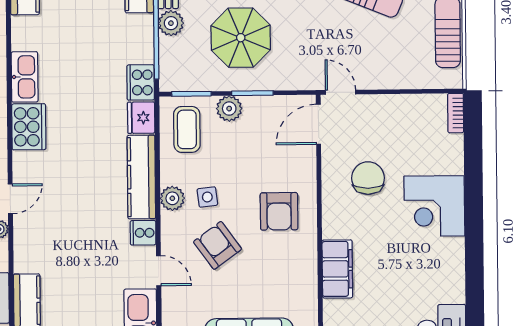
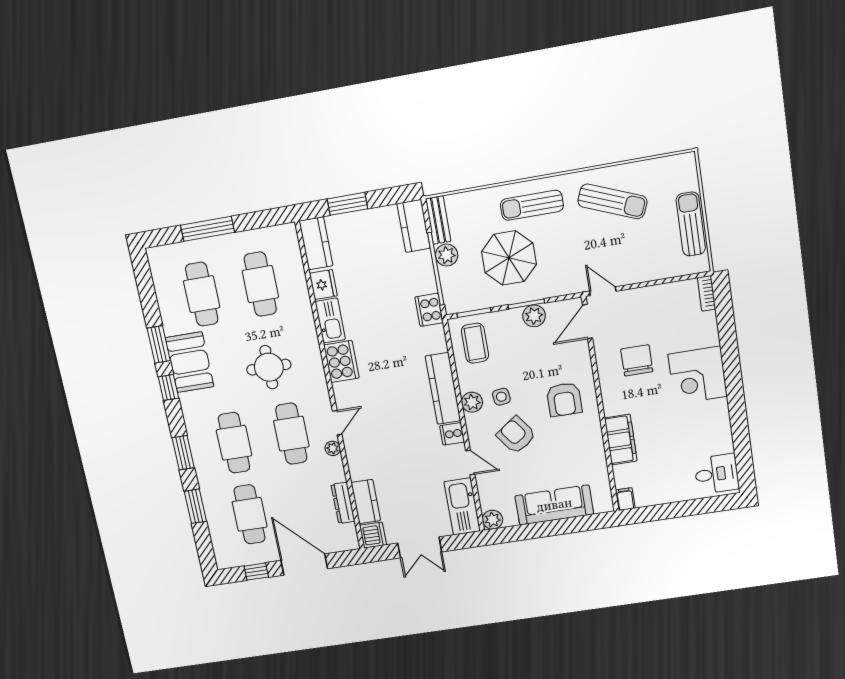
plant: (229, 109) -> (534, 316), moved
fridge: (141, 118) -> (323, 285), moved, turned 180

